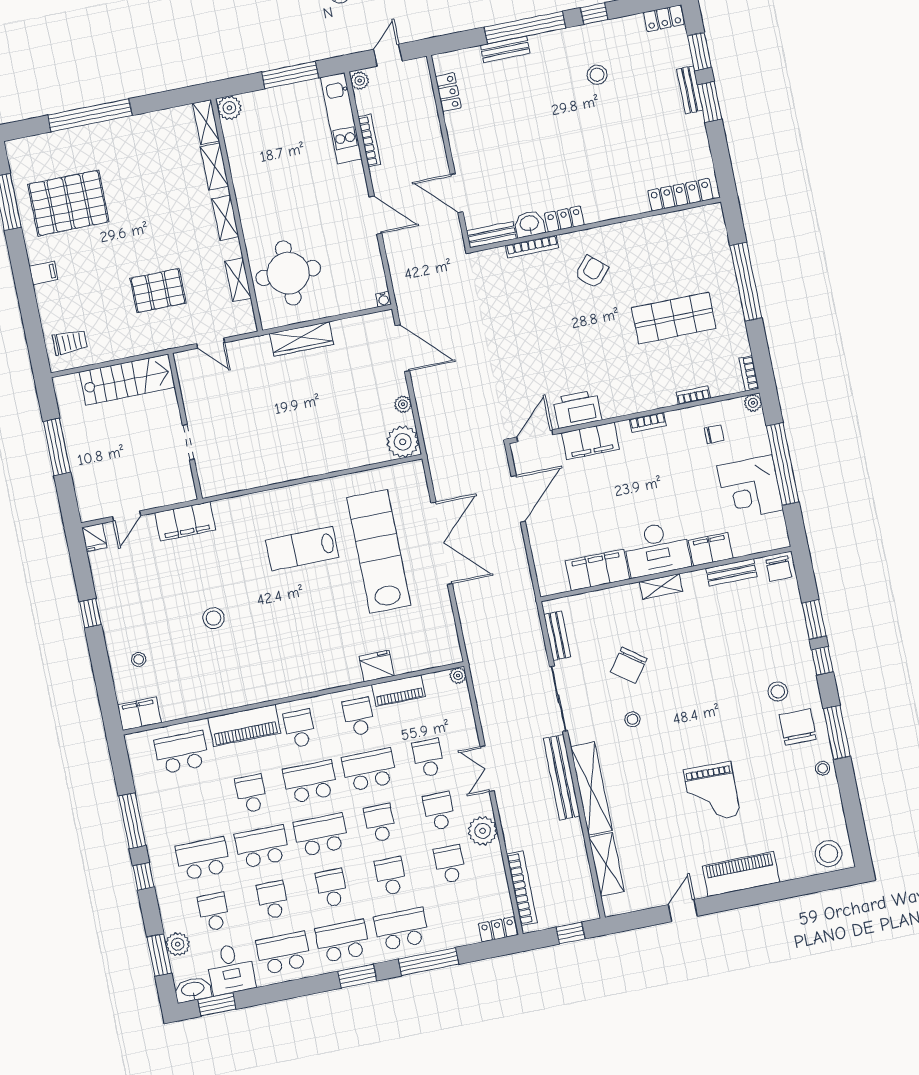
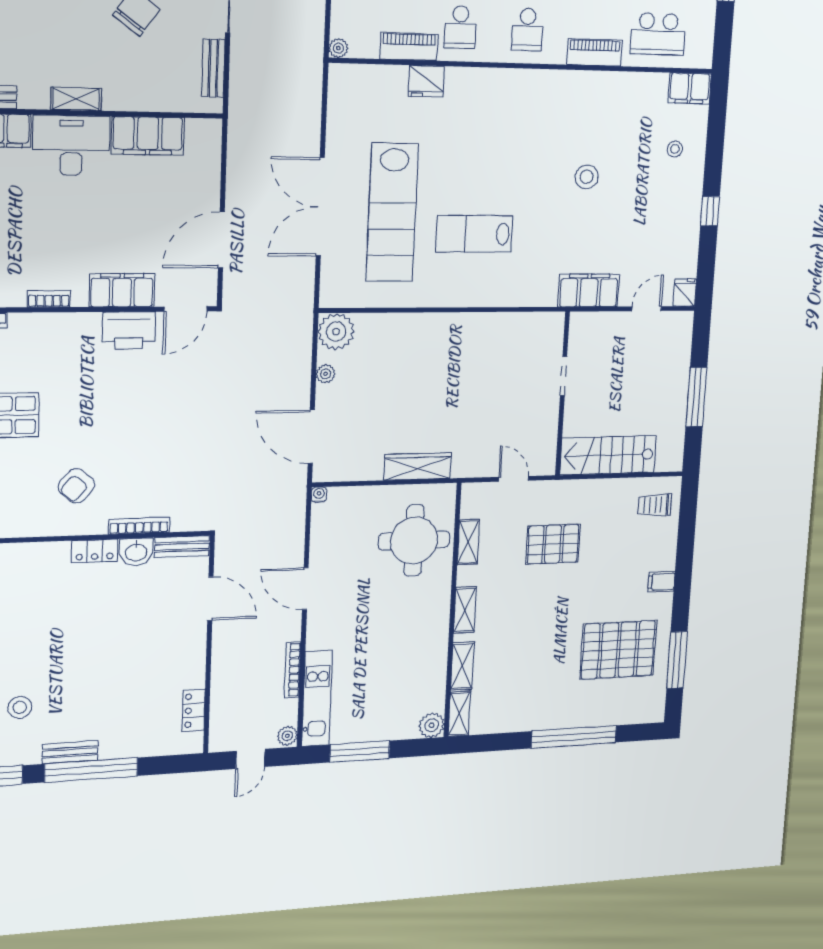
bench: (505, 49) -> (70, 752), moved
lab bench: (302, 549) -> (474, 234), turned 180
piano: (244, 725) -> (595, 53), width x0.73, depth x0.75

